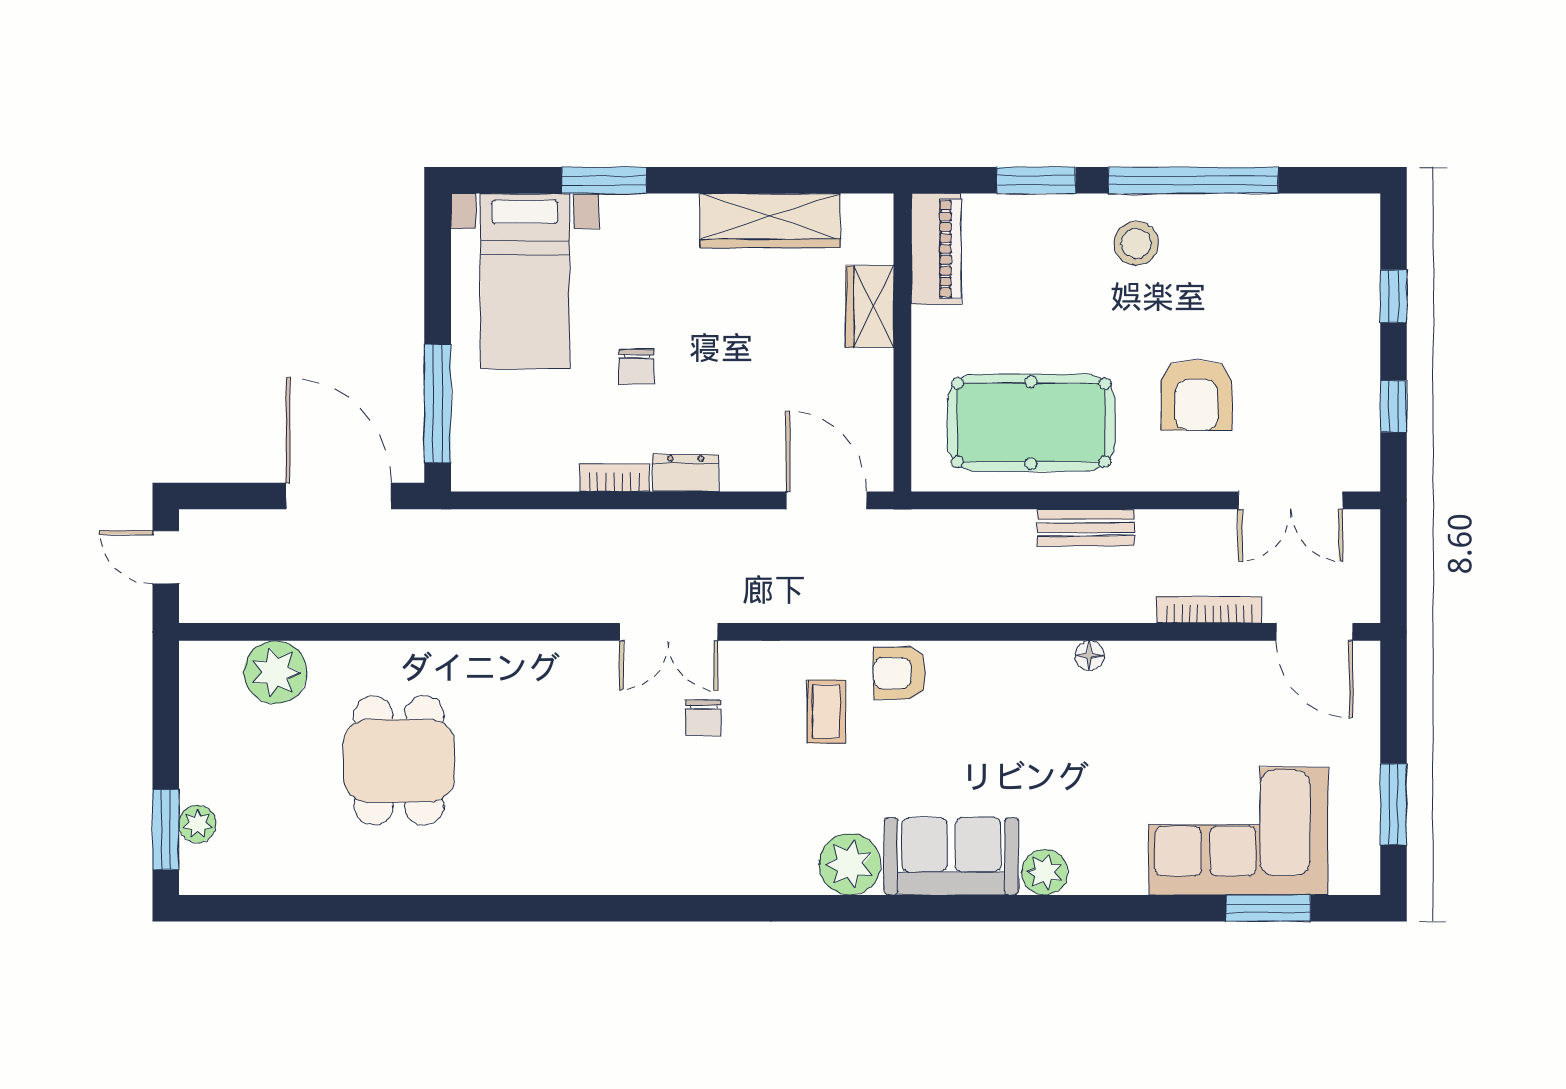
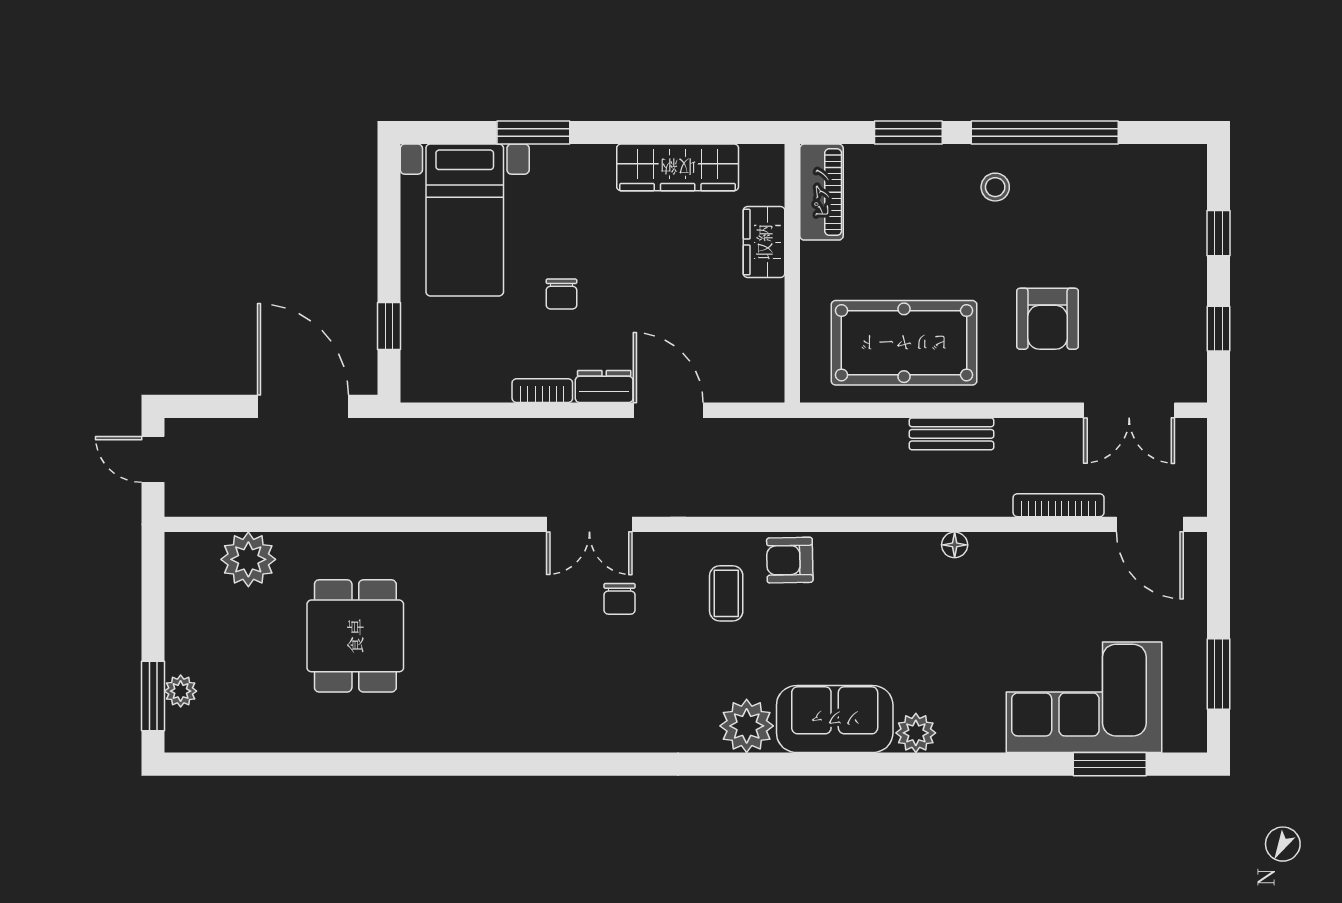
stool: (1136, 243) -> (995, 187), width x0.73, depth x0.73
window: (438, 403) -> (389, 326), width x0.46
door: (826, 500) -> (668, 410), moved

